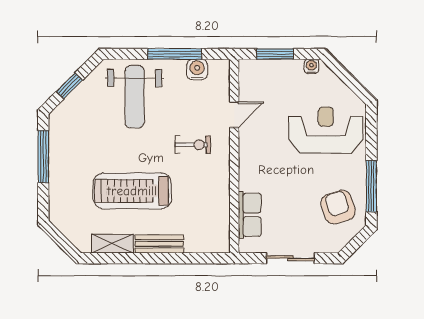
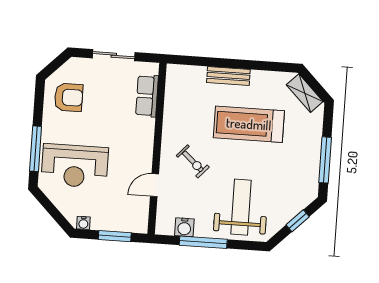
exercise bike: (193, 145) -> (193, 161), turned -138
window: (371, 186) -> (36, 149), moved
treadmill: (132, 191) -> (249, 124), turned 180
armchair: (338, 207) -> (69, 97), turned -72
shelving: (112, 244) -> (305, 93), moved, turned 45

